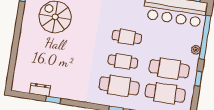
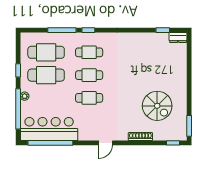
cafe table: (119, 86) -> (89, 52), width x0.73, depth x0.74
dresser: (40, 90) -> (178, 37), moved
window: (53, 100) -> (163, 30), moved

